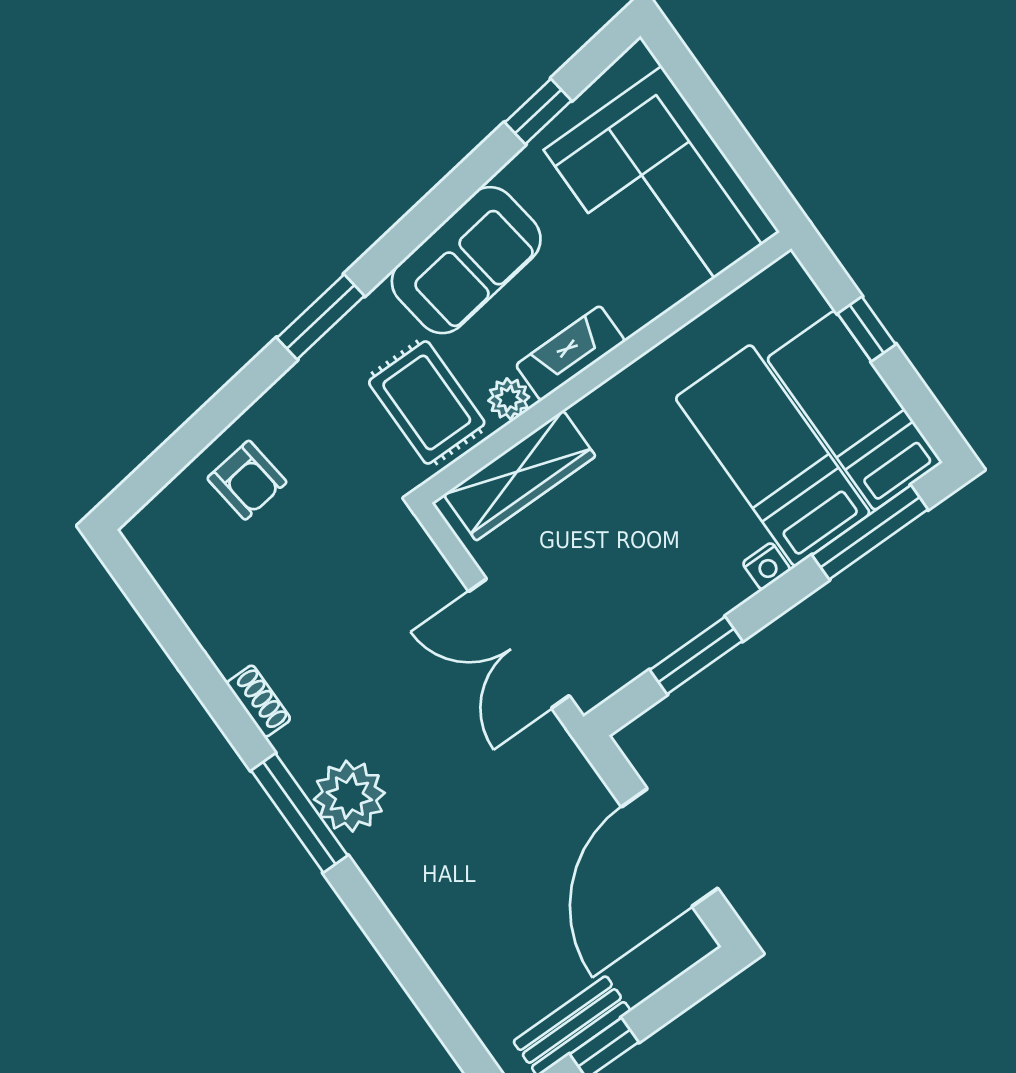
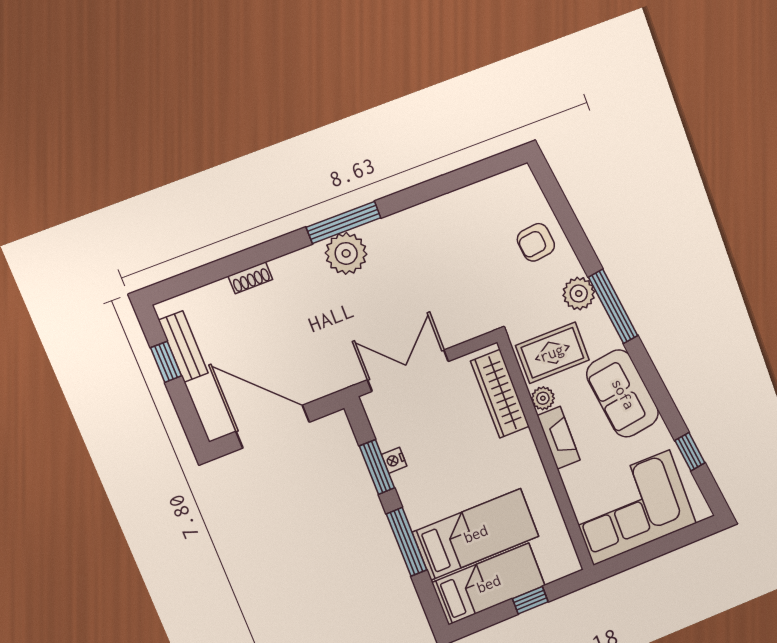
window: (321, 317) -> (613, 306), width x1.44
plant: (314, 383) -> (579, 294), added
window: (870, 532) -> (407, 542), moved
nightstand: (766, 566) -> (394, 460), moved
shoe rack: (259, 701) -> (250, 278), moved

